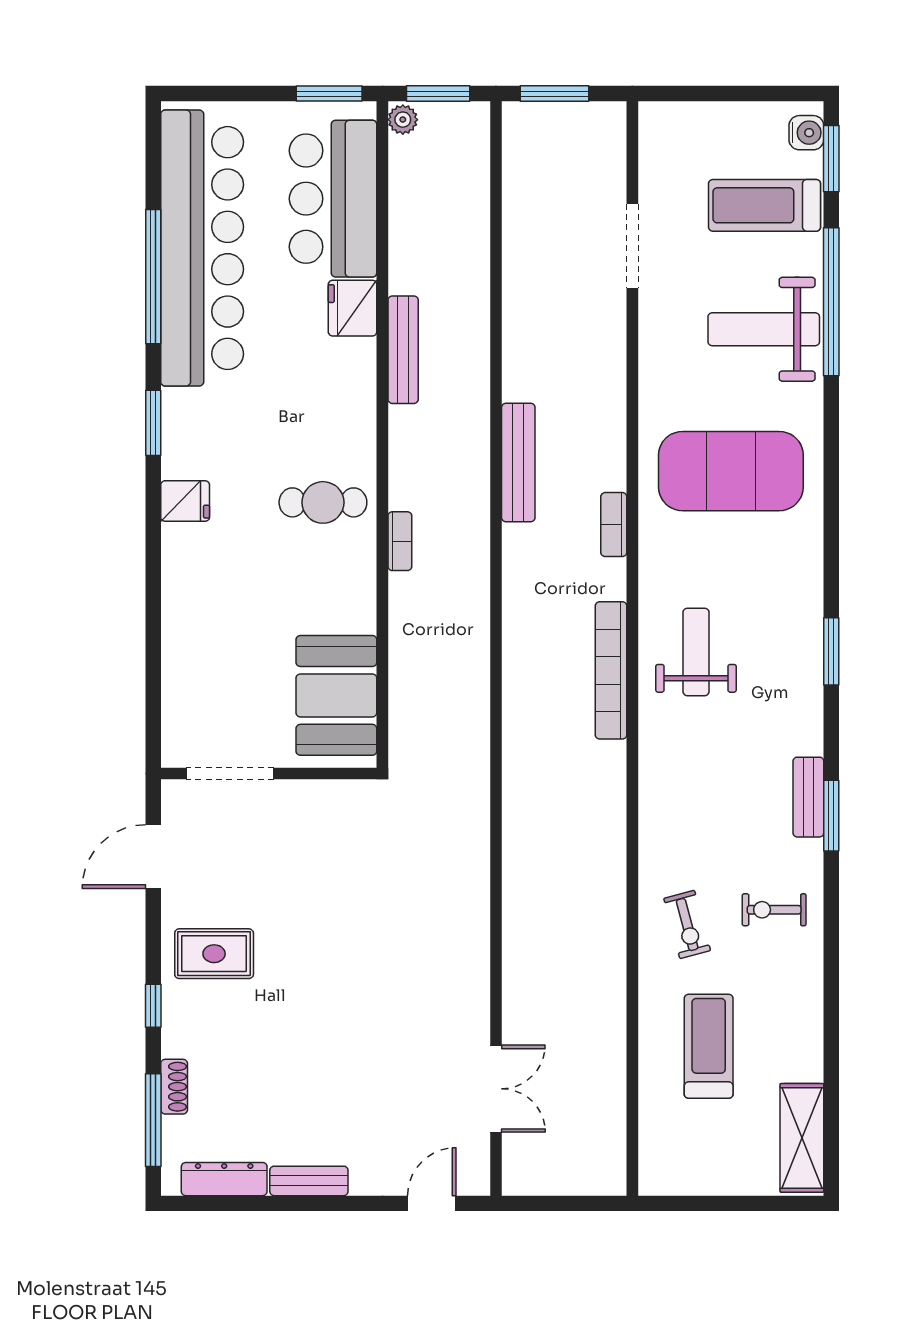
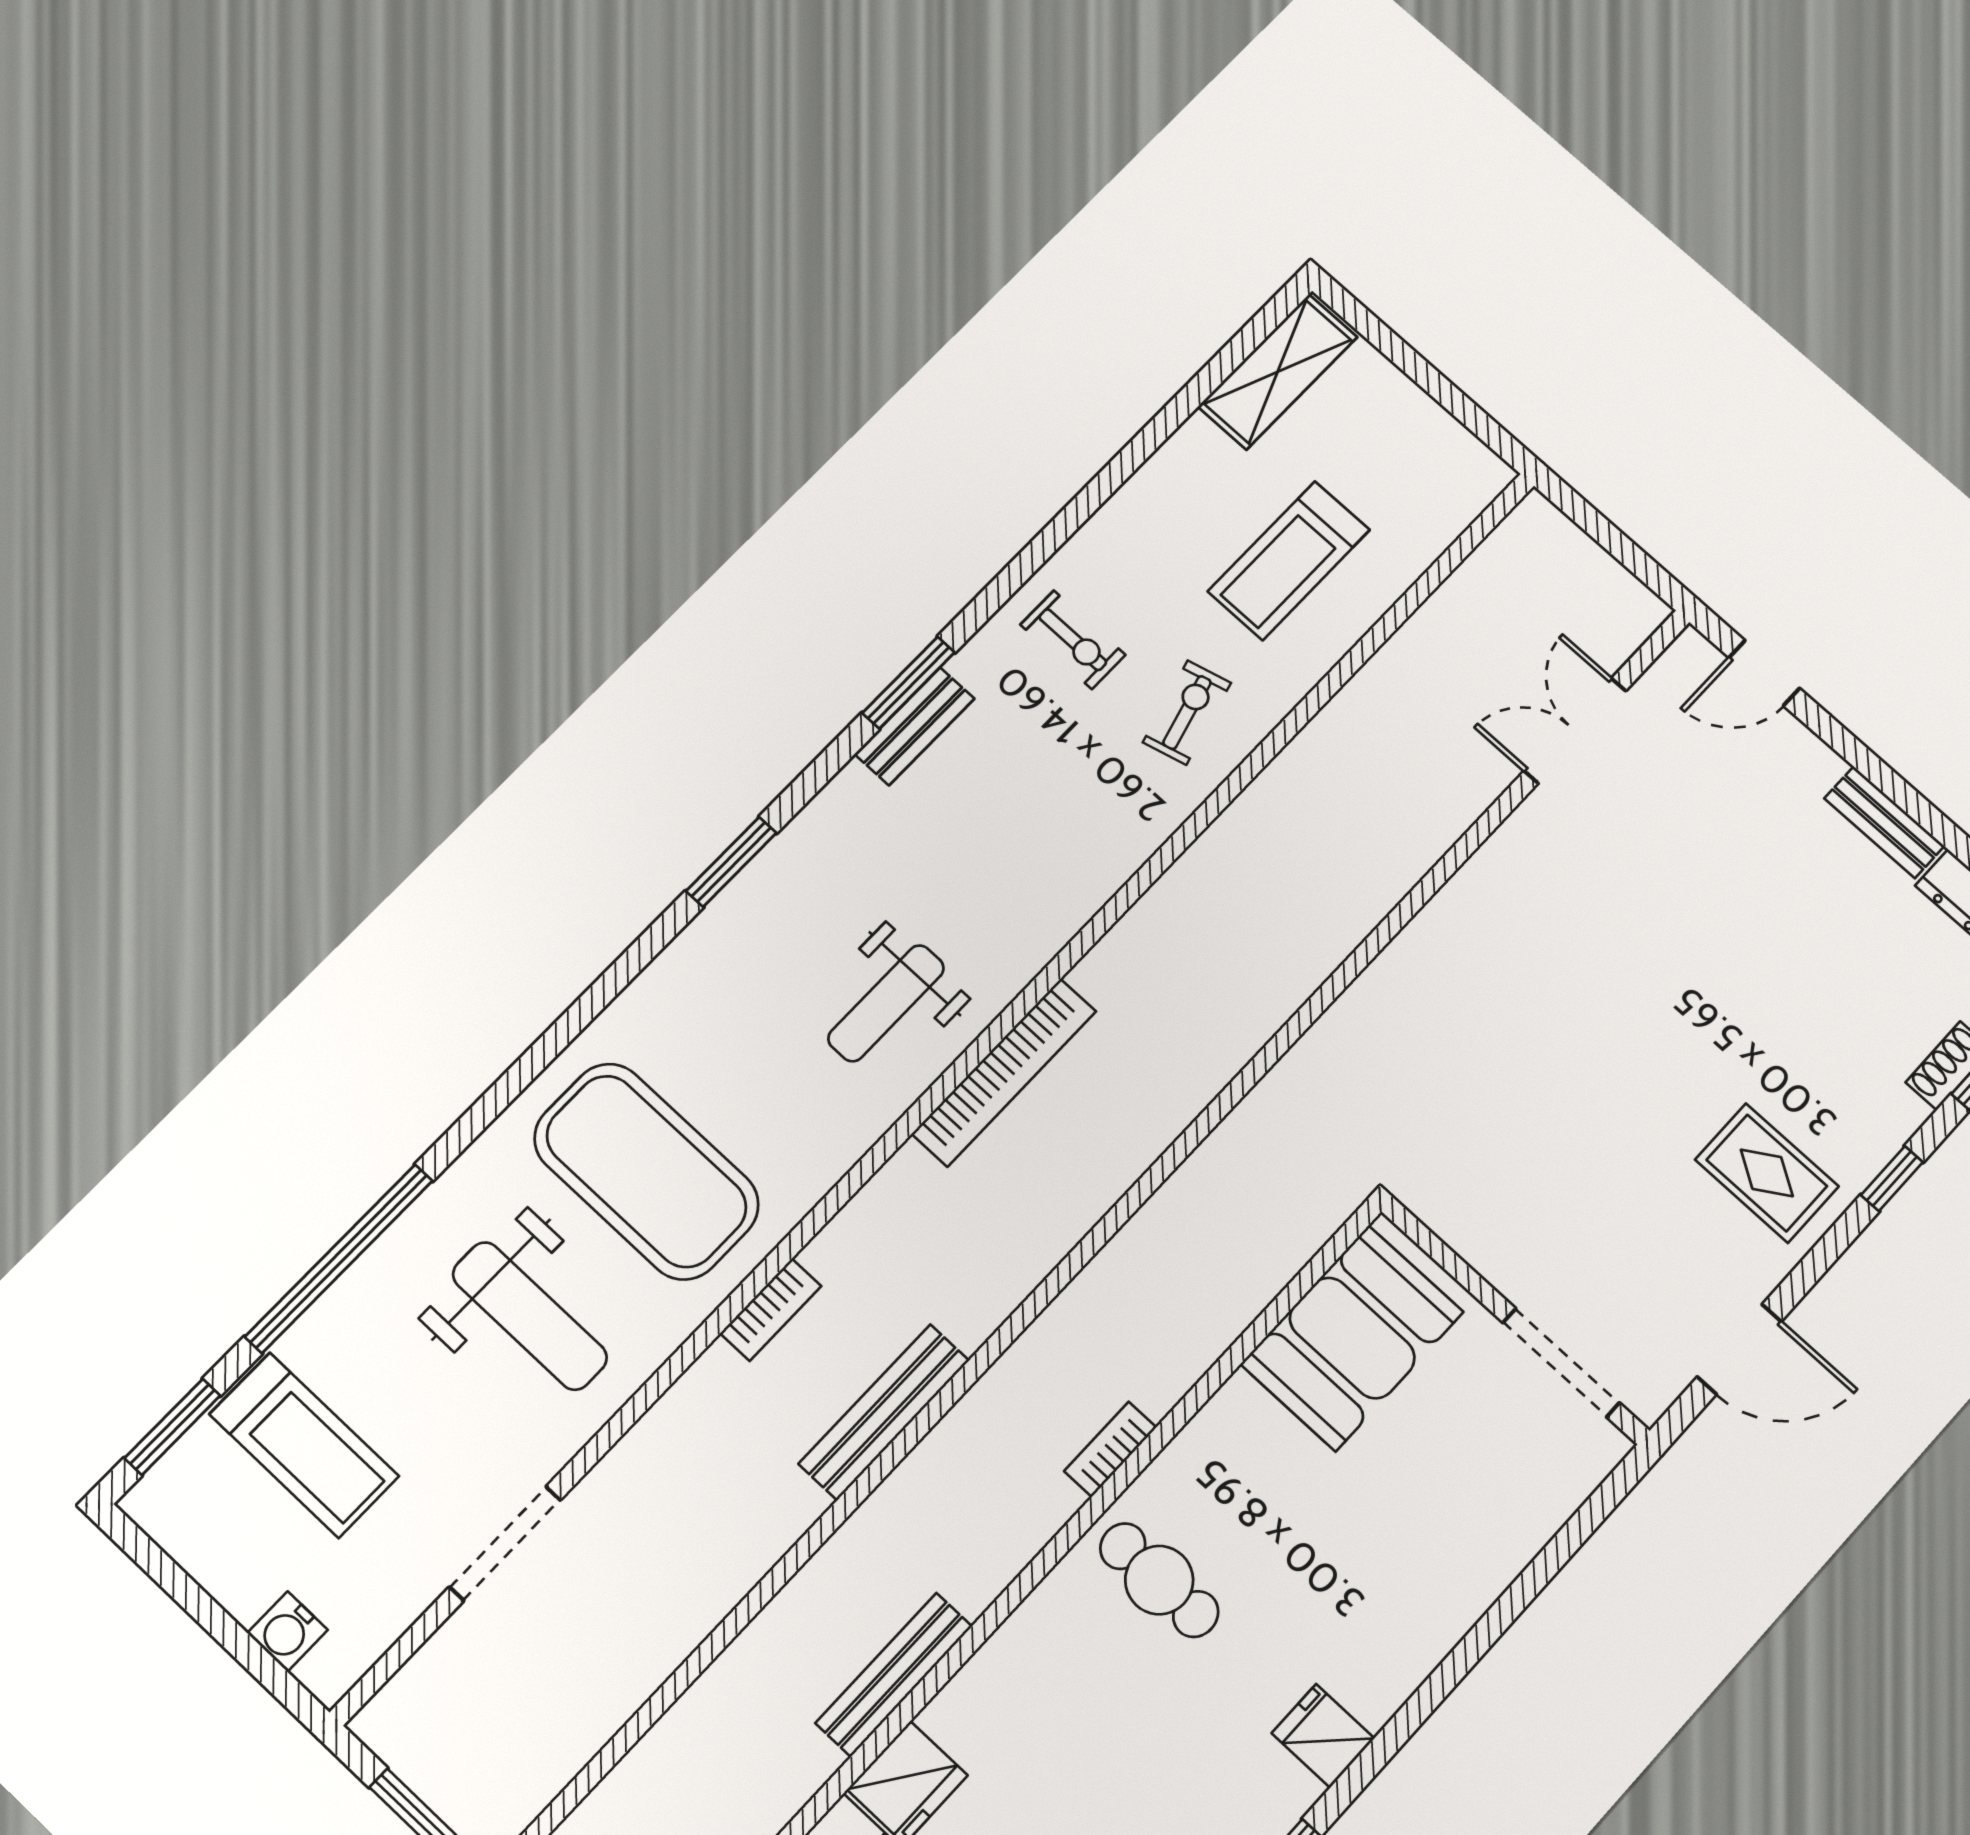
water cooler: (806, 133) -> (287, 1632), moved, turned -90
weight bench: (764, 329) -> (530, 1316), moved
bookcase: (614, 525) -> (771, 1310), moved

